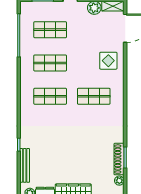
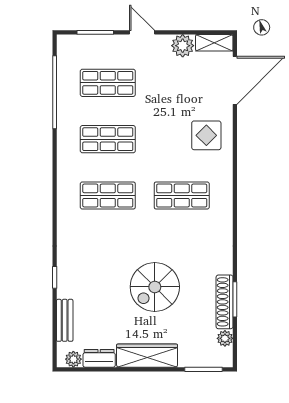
spiral stairs: (78, 150) -> (155, 287), added
bench: (25, 165) -> (65, 320), width x0.73

